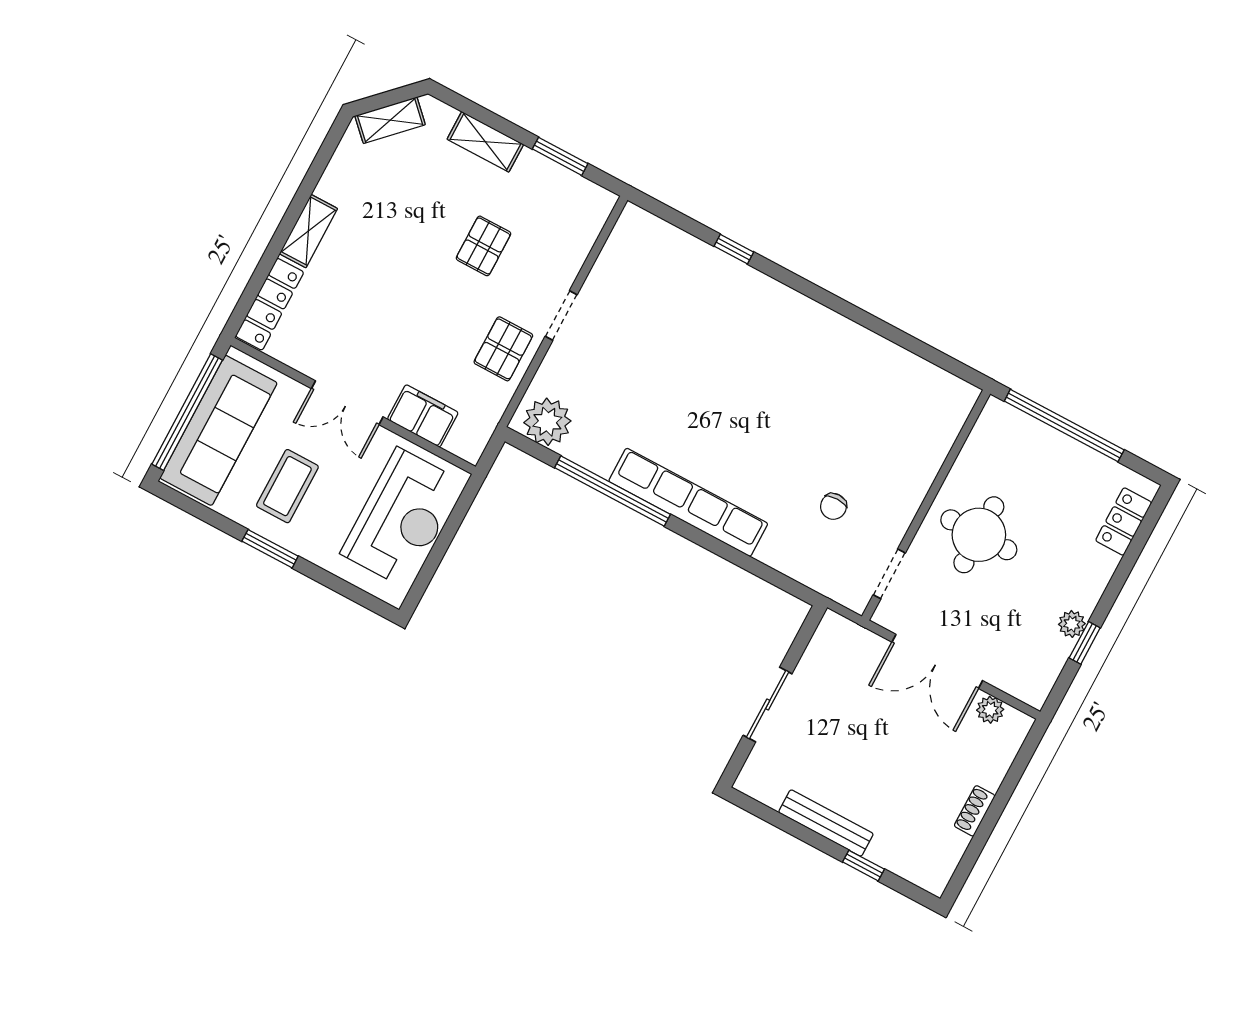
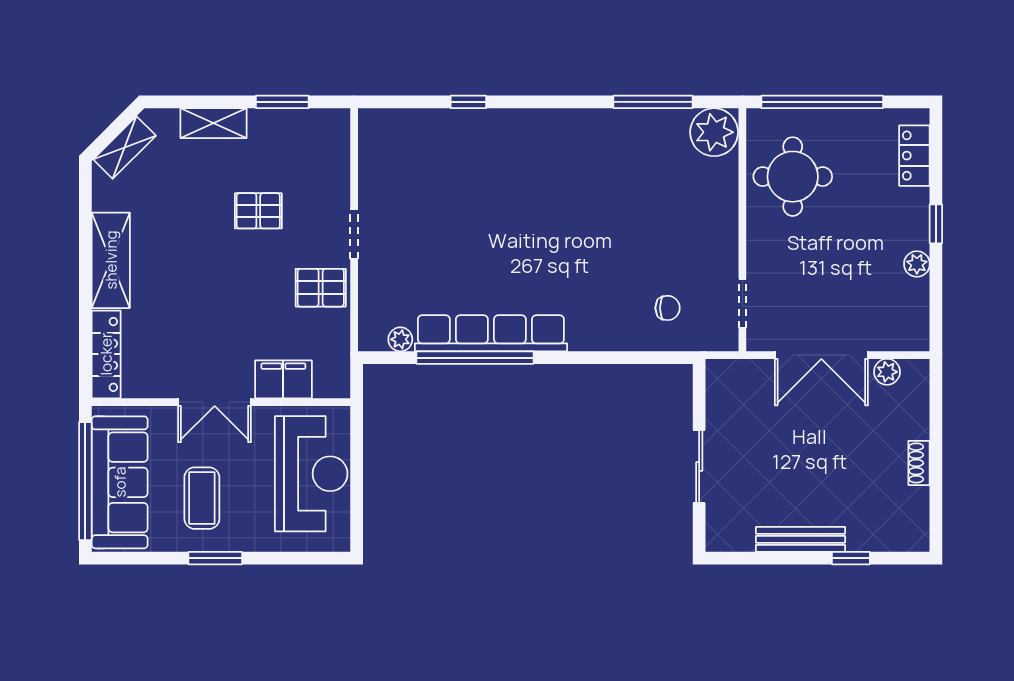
shelving: (308, 231) -> (111, 260), width x1.50, depth x1.33
pallet: (483, 246) -> (258, 211), turned 90
window: (906, 341) -> (653, 102), added
pallet: (503, 349) -> (321, 288), turned 90
plant: (948, 400) -> (714, 132), added
plant: (547, 422) -> (400, 339), width x0.53, depth x0.53
row of seats: (688, 502) -> (491, 333), moved
chair: (833, 506) -> (668, 308), moved, turned -90
round table: (979, 535) -> (793, 177), moved
window: (1085, 643) -> (936, 224), moved

